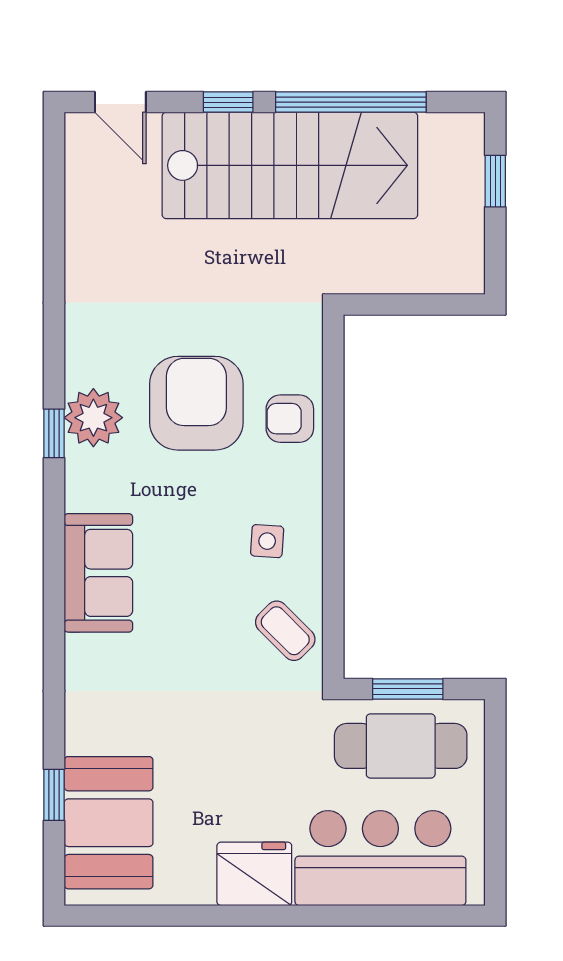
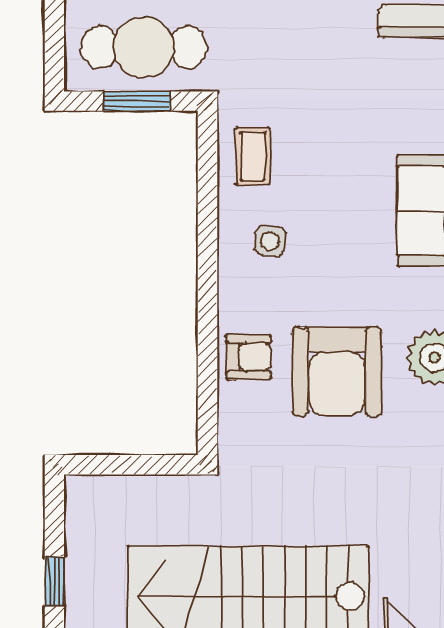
coffee table: (285, 631) -> (253, 156), turned 45

